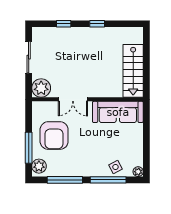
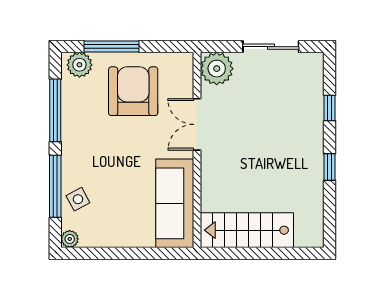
armchair: (54, 136) -> (133, 91), turned 90

